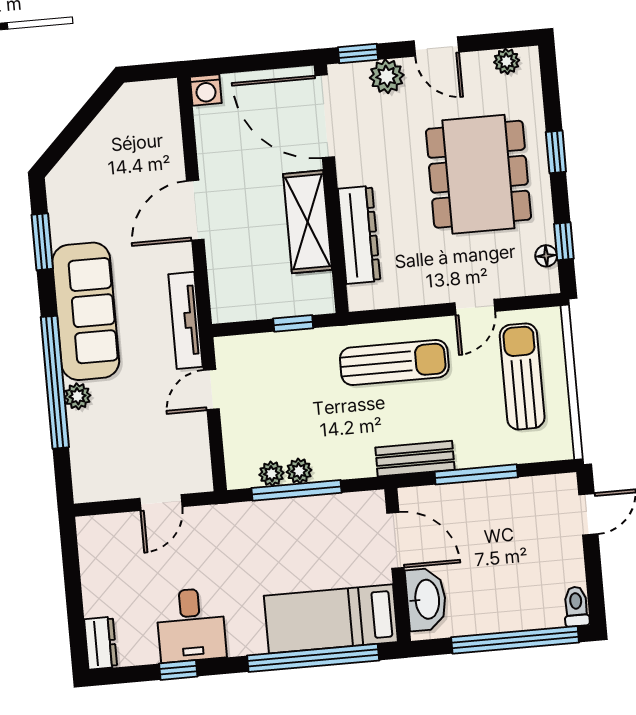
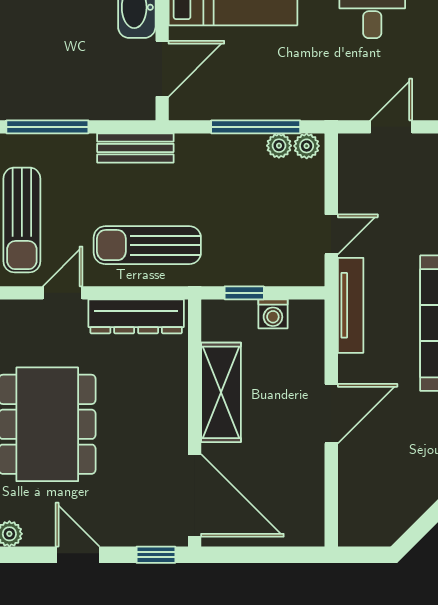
plant: (387, 76) -> (130, 530), removed
washing machine: (206, 90) -> (273, 314), moved, turned 180
dresser: (359, 235) -> (136, 316), moved, turned -90
plant: (299, 471) -> (307, 146), moved
window: (476, 474) -> (47, 127), moved
door: (395, 540) -> (162, 69), swing flipped

